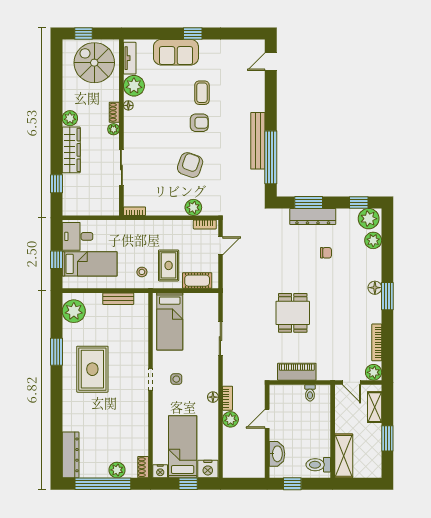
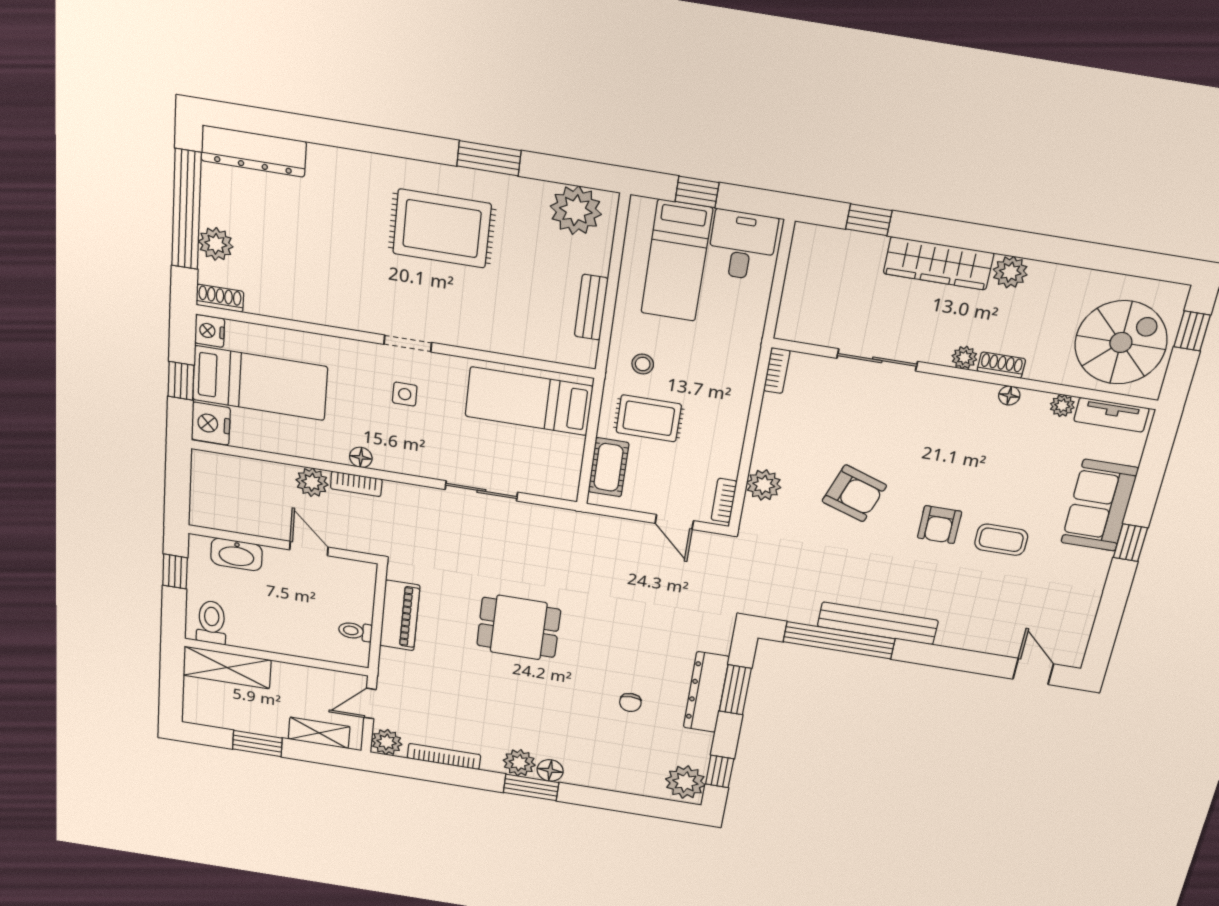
plant: (134, 86) -> (1062, 406), width x0.53, depth x0.53
plant: (373, 240) -> (519, 763), moved

